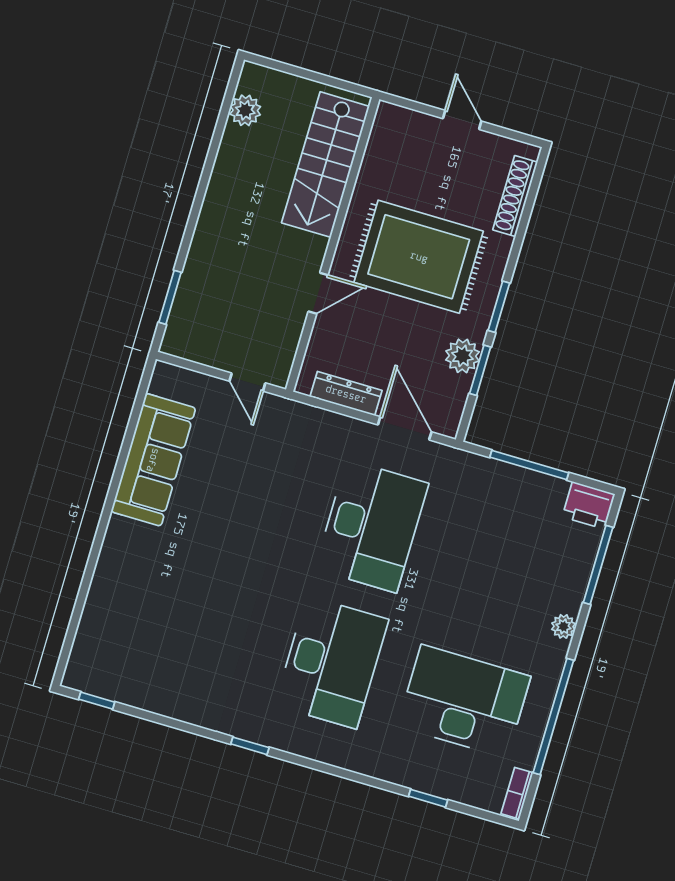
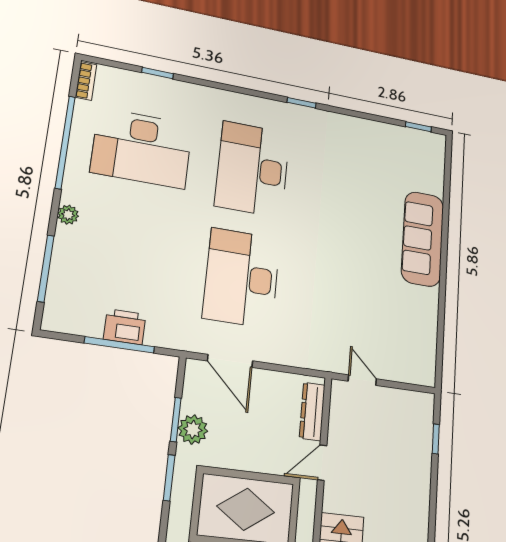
window: (170, 297) -> (436, 439), width x0.67
dresser: (346, 394) -> (312, 411), moved, turned 90
sofa: (153, 460) -> (423, 239), moved
printer: (589, 505) -> (125, 327), moved

